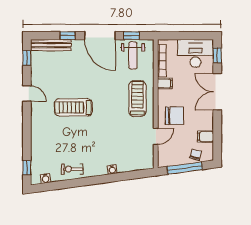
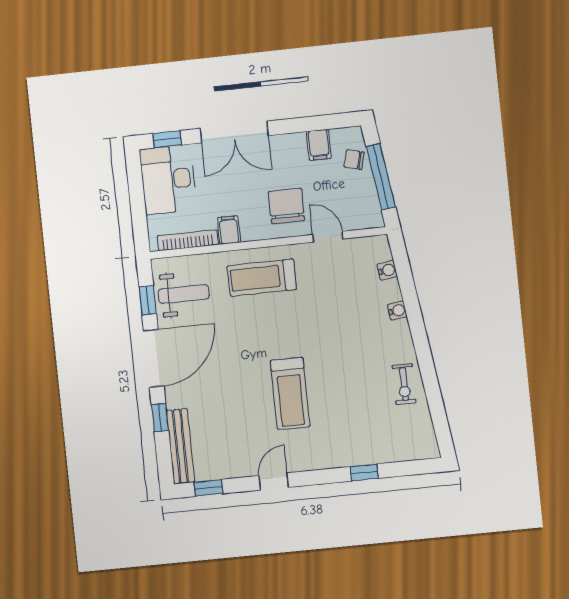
window: (27, 168) -> (364, 473), moved
water cooler: (46, 178) -> (387, 270), moved

